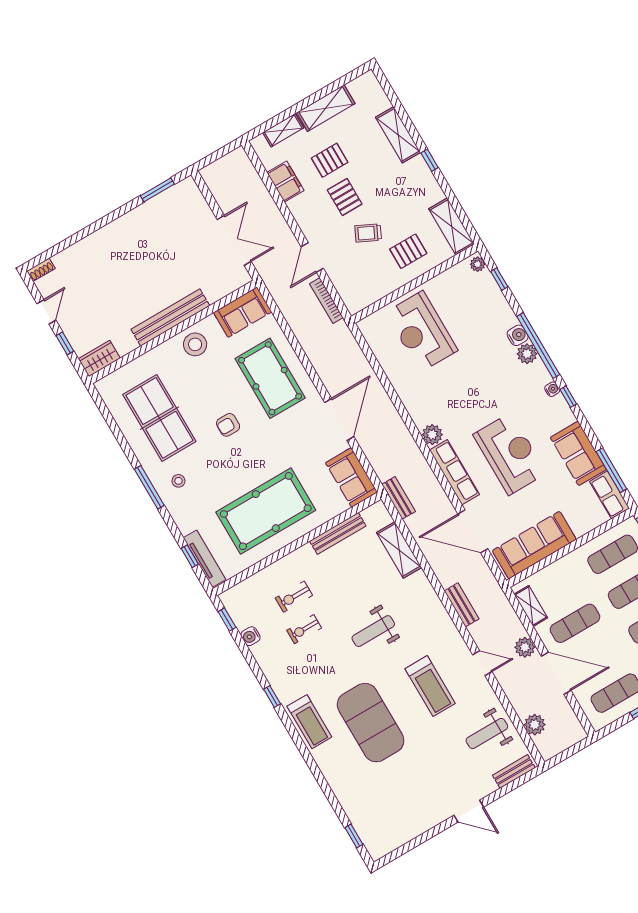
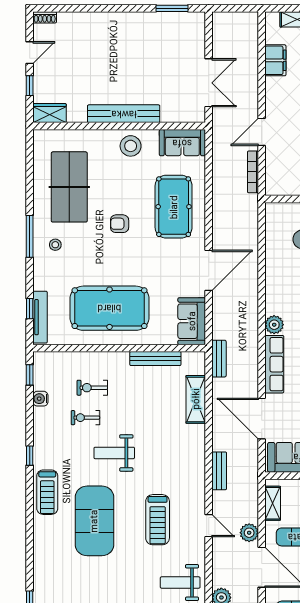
weight bench: (373, 631) -> (114, 453), moved

